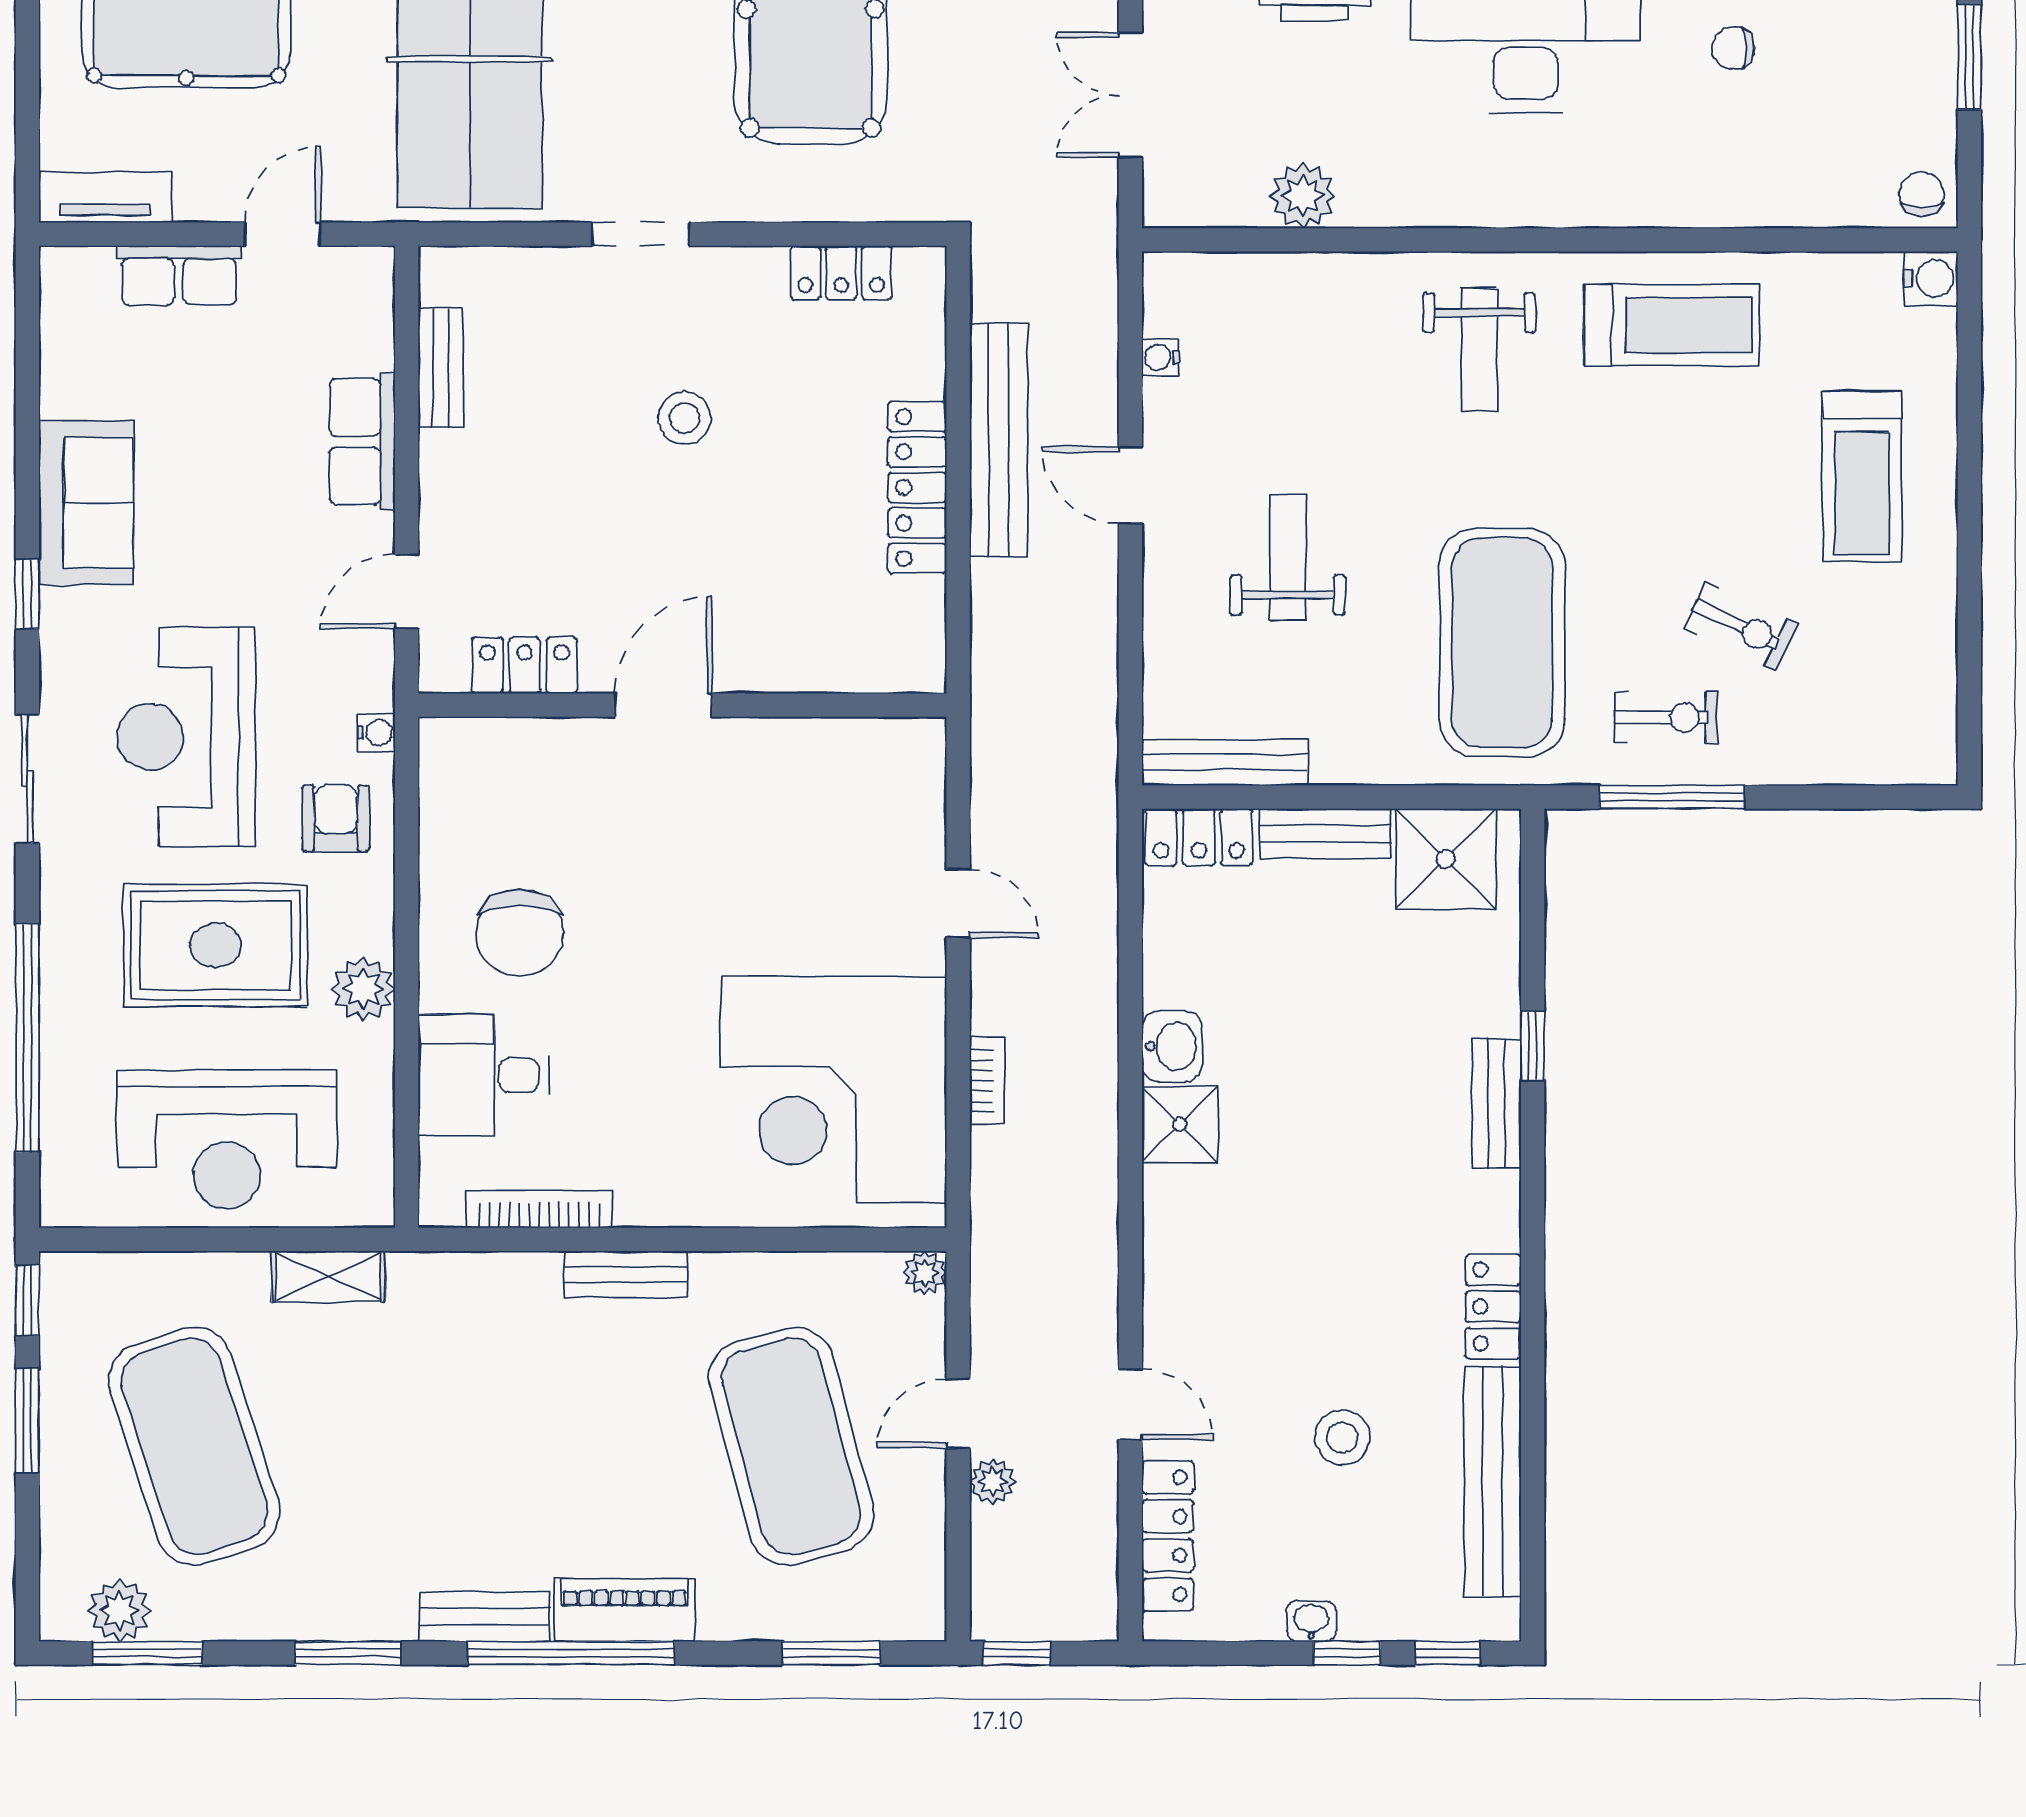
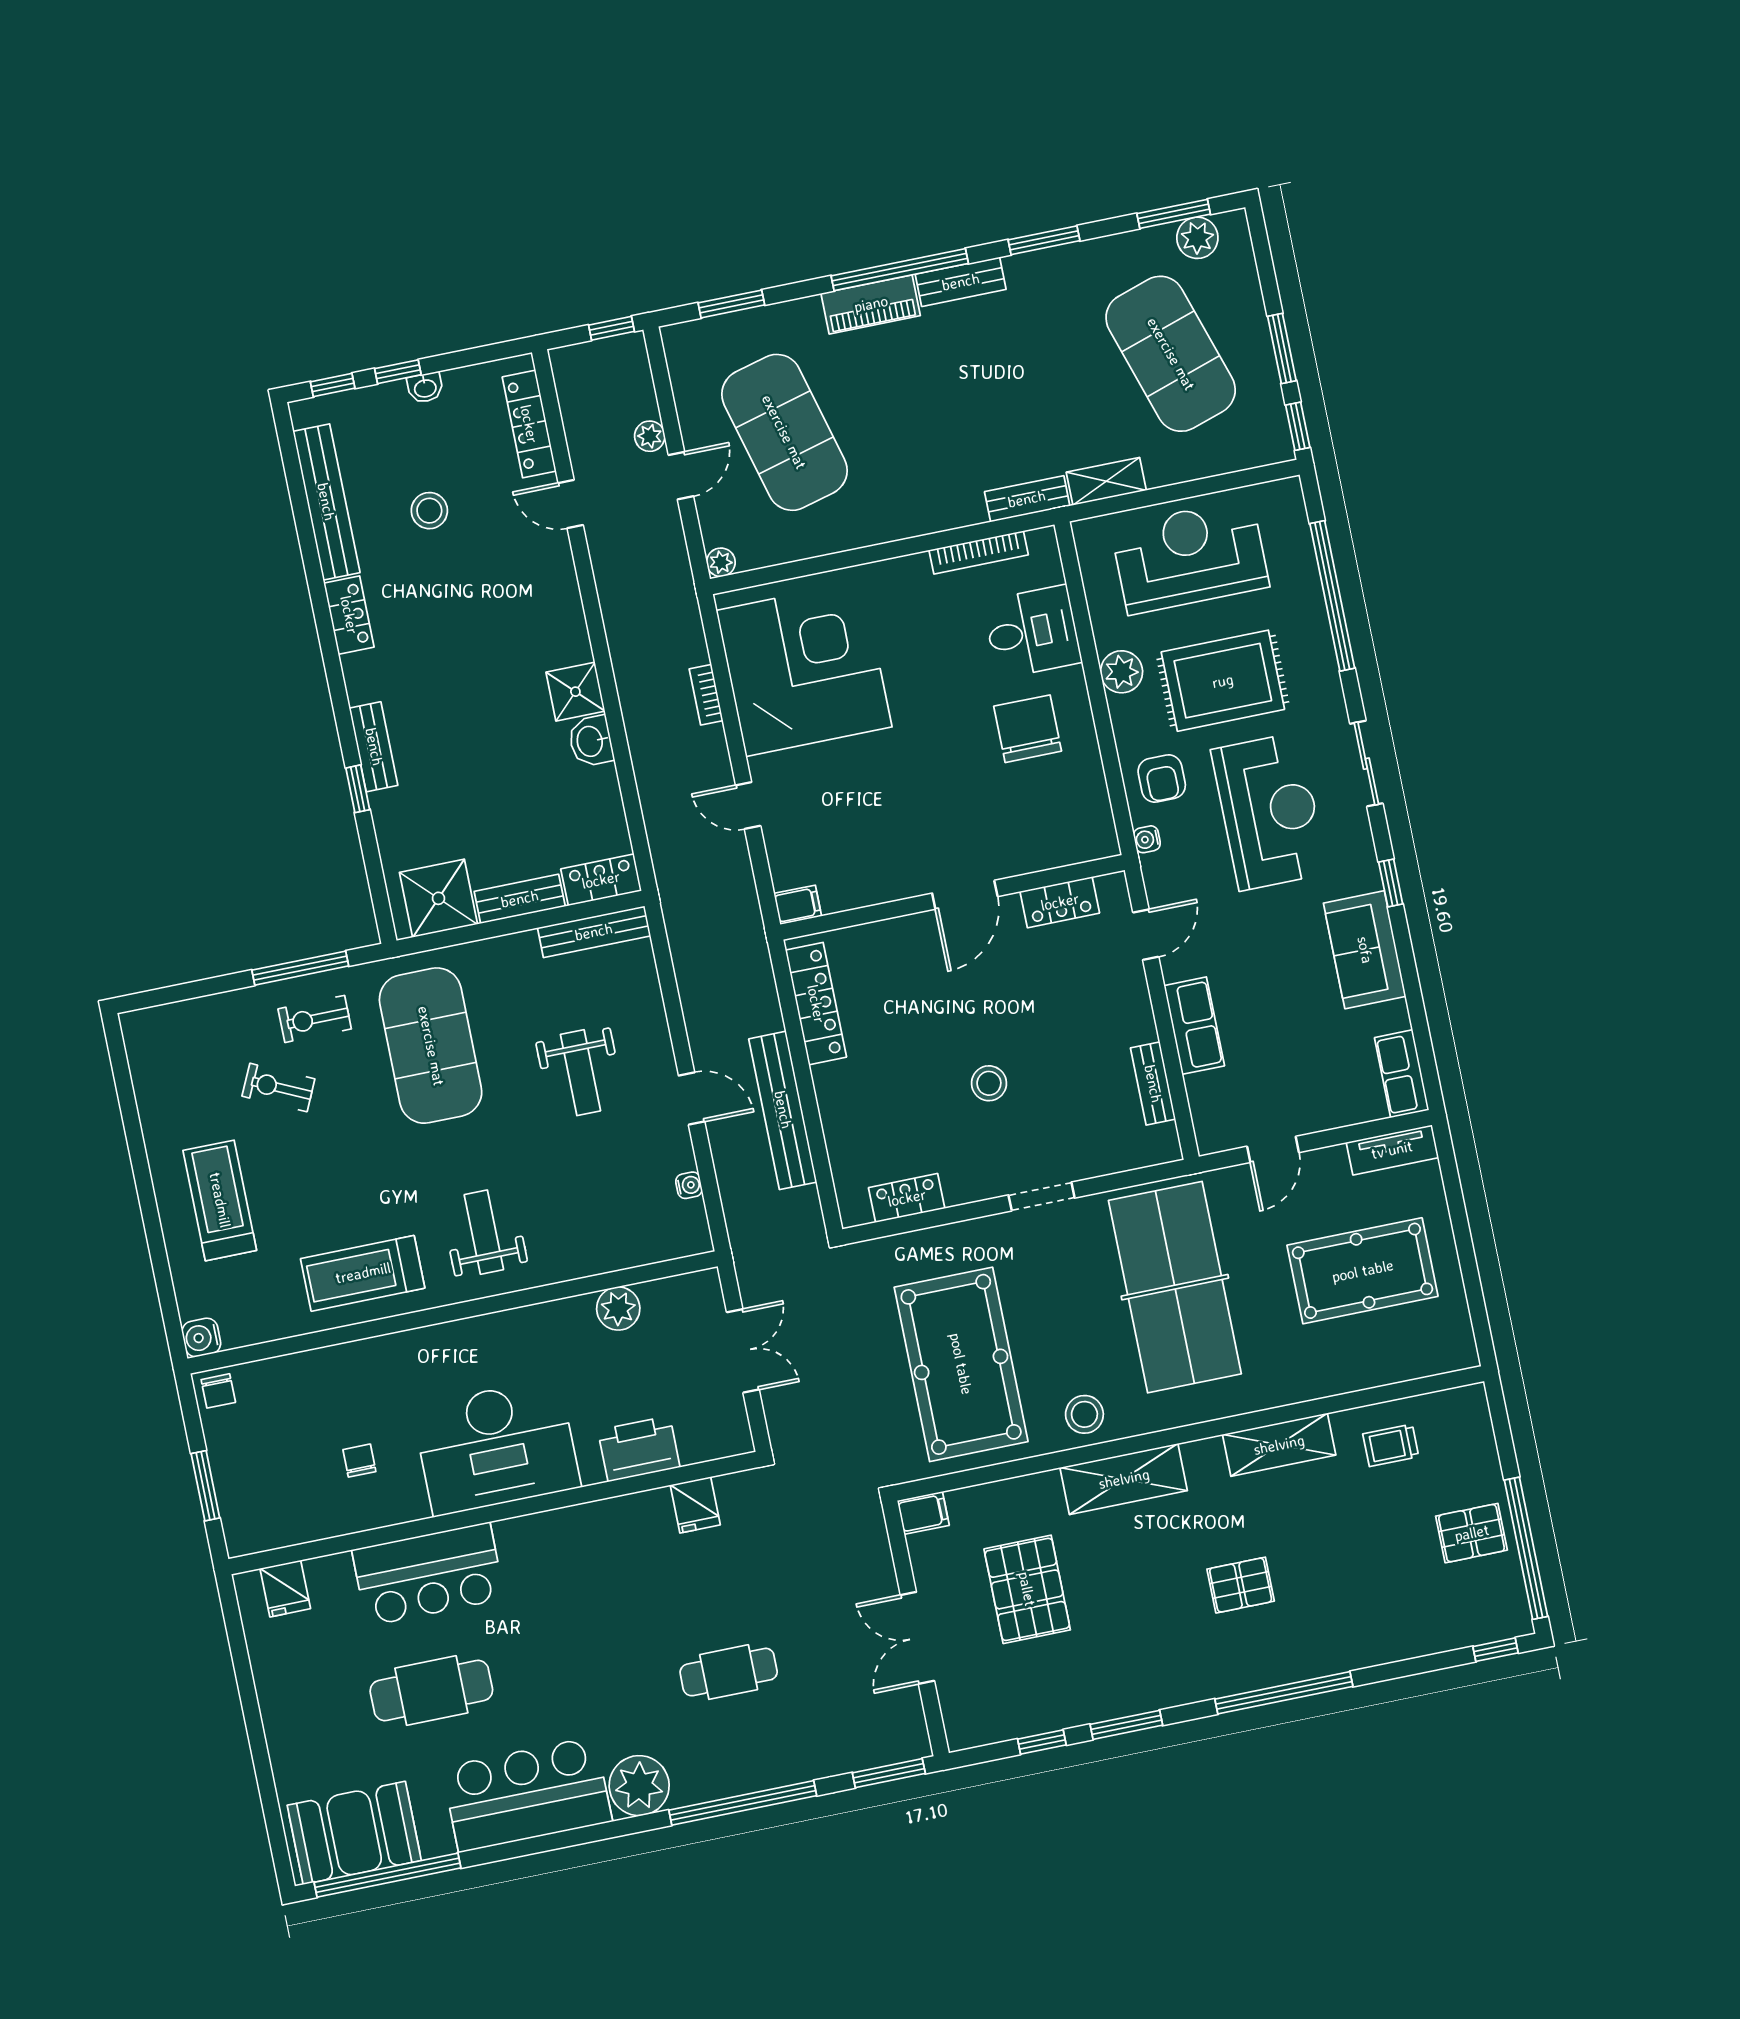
chair: (1733, 48) -> (359, 1461), turned -90
row of seats: (179, 275) -> (1402, 1074), moved, turned -90
locker: (917, 487) -> (816, 1004), moved
filing cabinet: (914, 741) -> (798, 905), added
bench: (625, 1274) -> (1027, 499), moved

